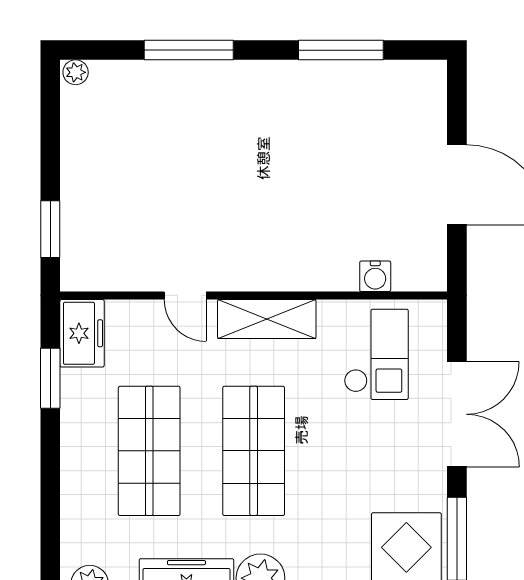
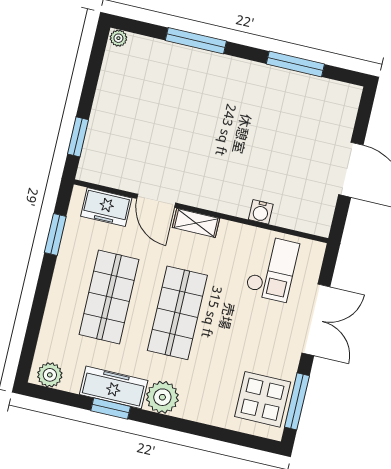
water cooler: (375, 276) -> (261, 212), moved
door: (185, 295) -> (156, 201), width x1.38
shelving: (267, 319) -> (196, 223), width x0.67, depth x0.75
freezer: (82, 333) -> (106, 207), moved, turned 90

